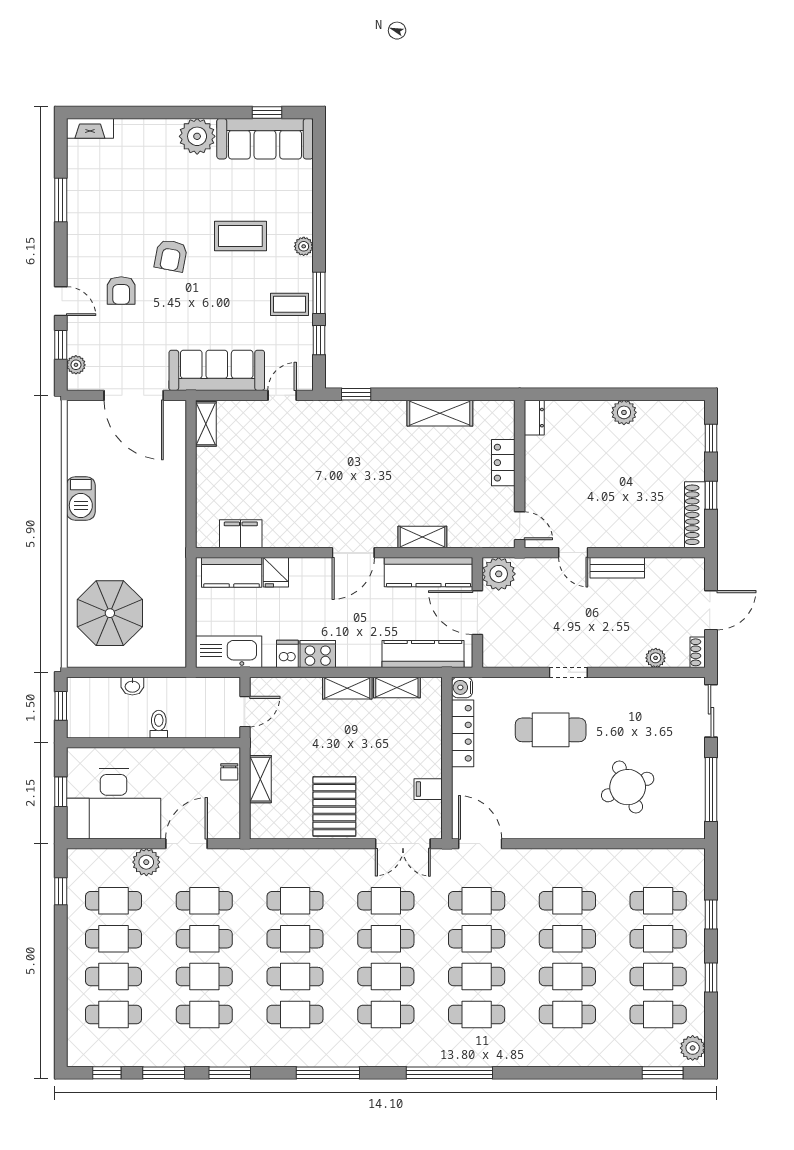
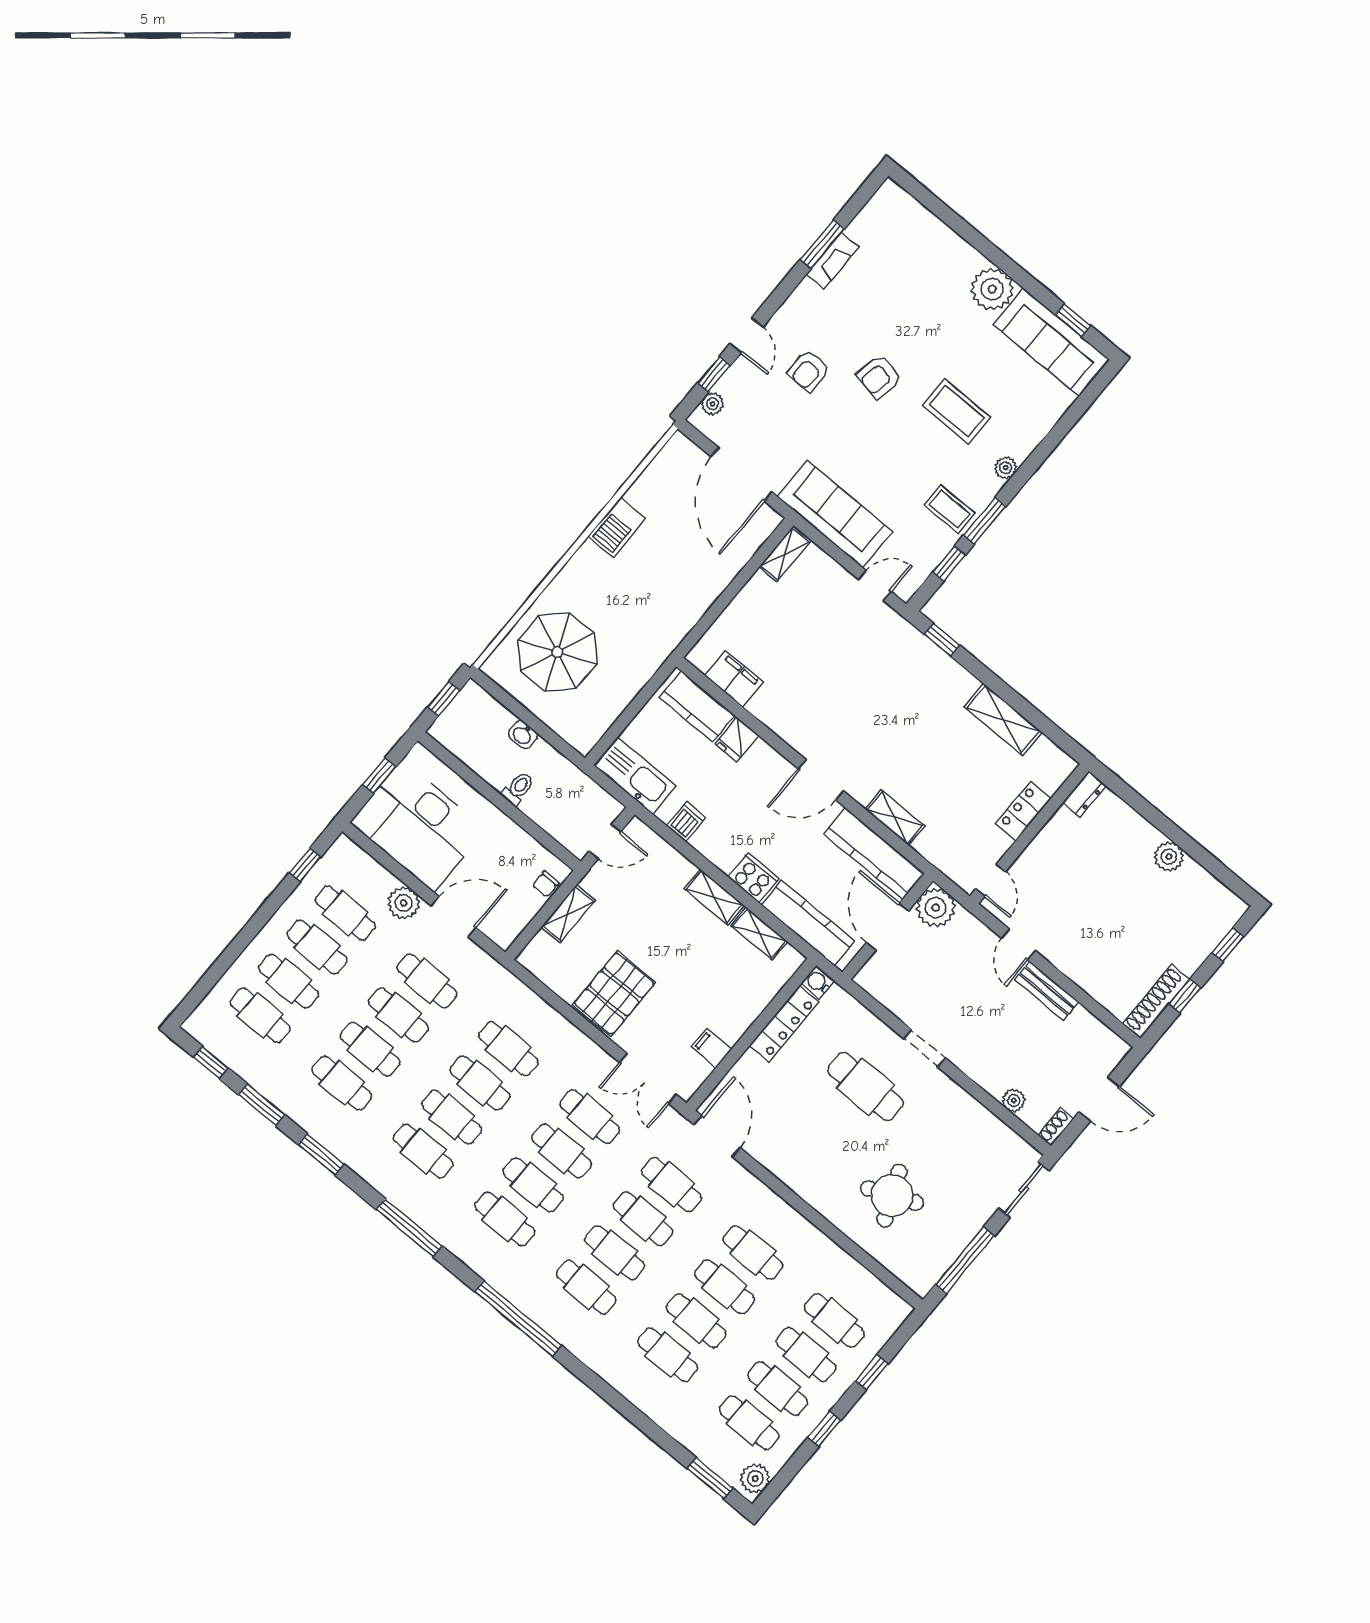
fireplace: (90, 128) -> (832, 261), moved, turned -90
cooker: (318, 654) -> (753, 878), moved

